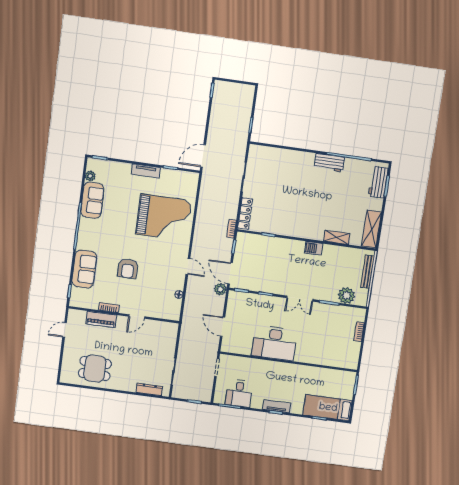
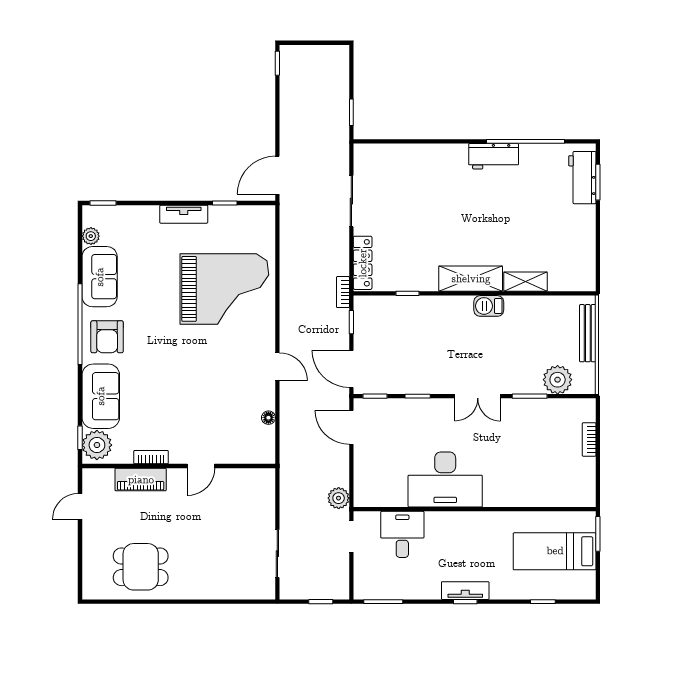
shelving: (371, 229) -> (471, 279), moved, turned 90
armchair: (128, 268) -> (107, 337), moved
plant: (220, 289) -> (339, 498), moved
plant: (79, 296) -> (97, 445), added
door: (223, 327) -> (351, 427), moved
dresser: (149, 389) -> (240, 591), removed
desk: (239, 393) -> (402, 534), moved, turned 180
bed: (328, 408) -> (555, 551), moved

